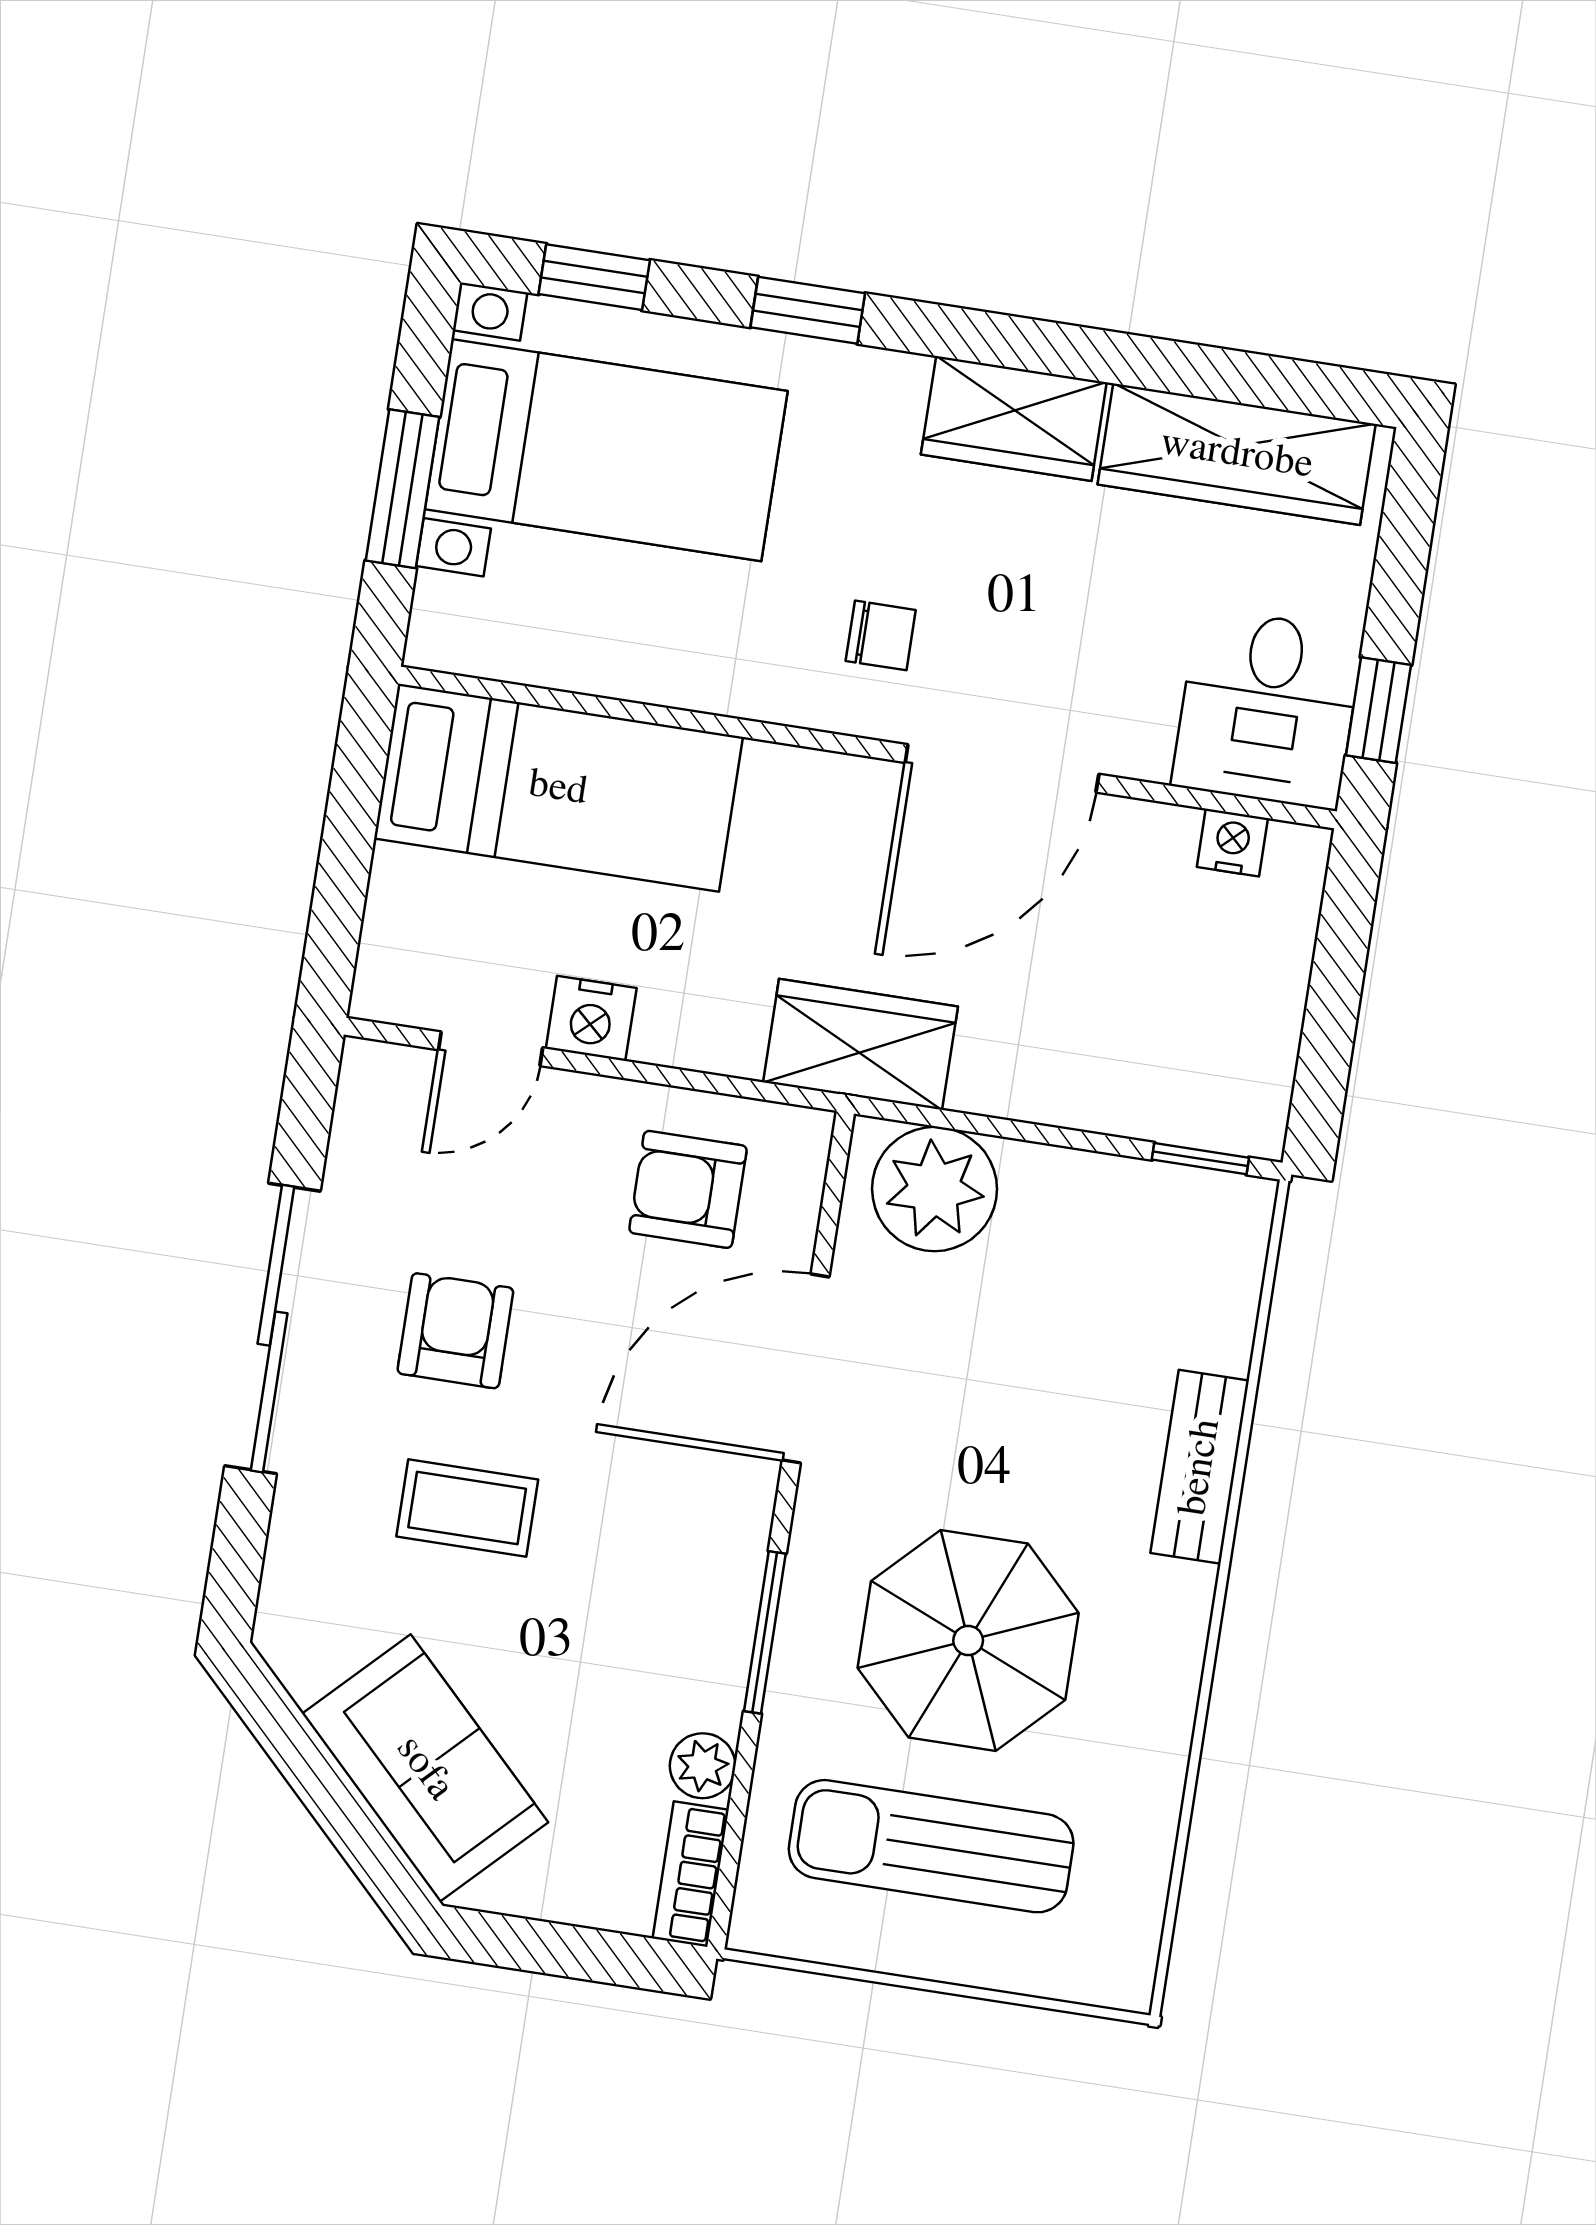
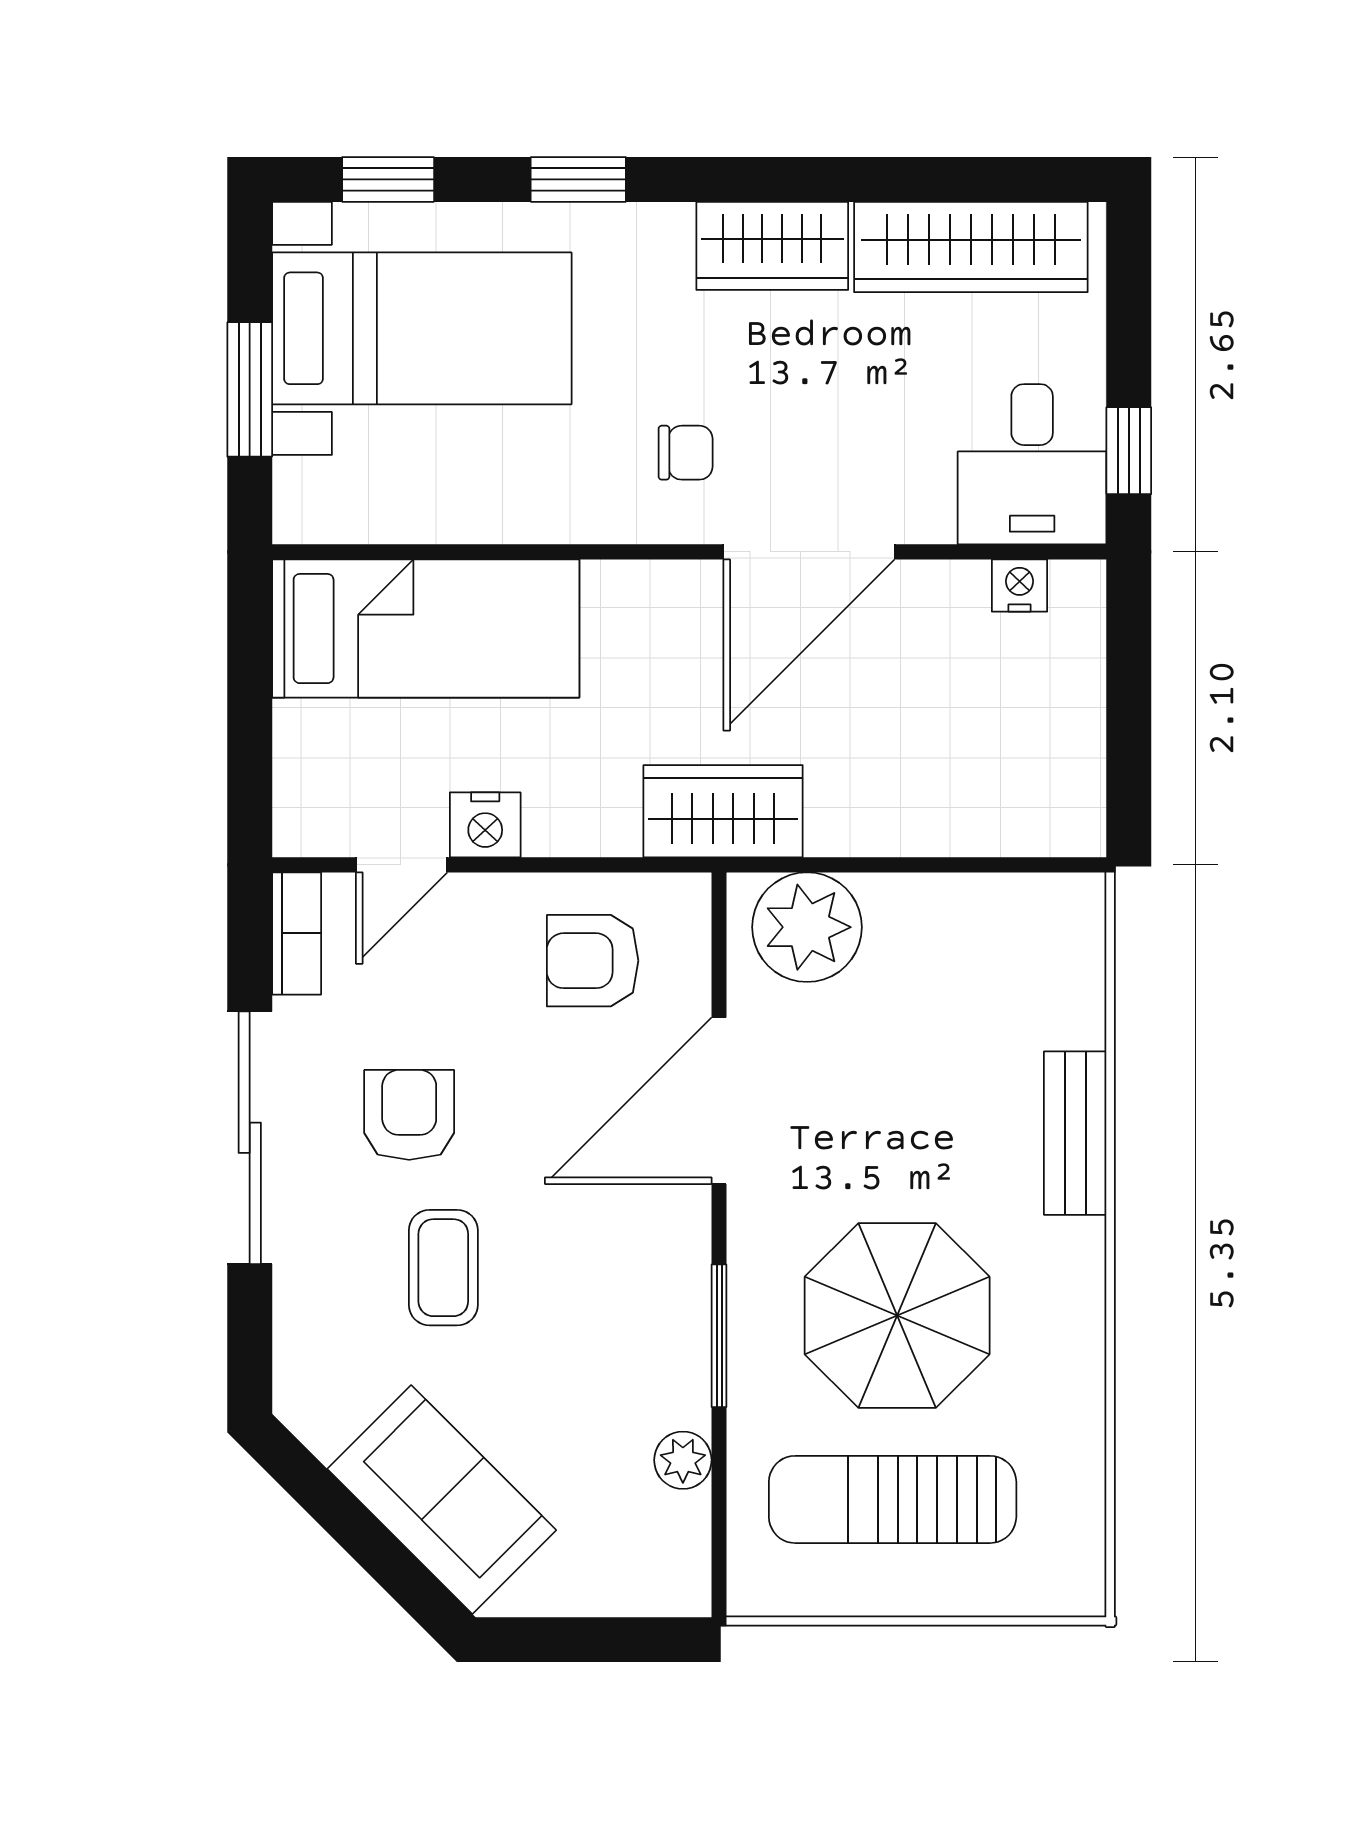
window: (1200, 1159) -> (1034, 865), removed
coffee table: (467, 1508) -> (443, 1268), turned 90
bookcase: (691, 1874) -> (297, 933), moved, turned 180

